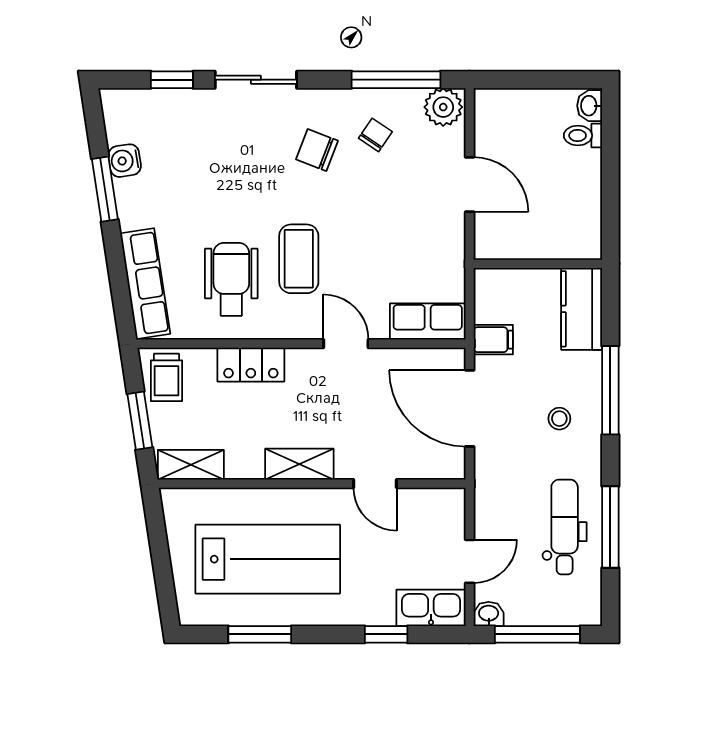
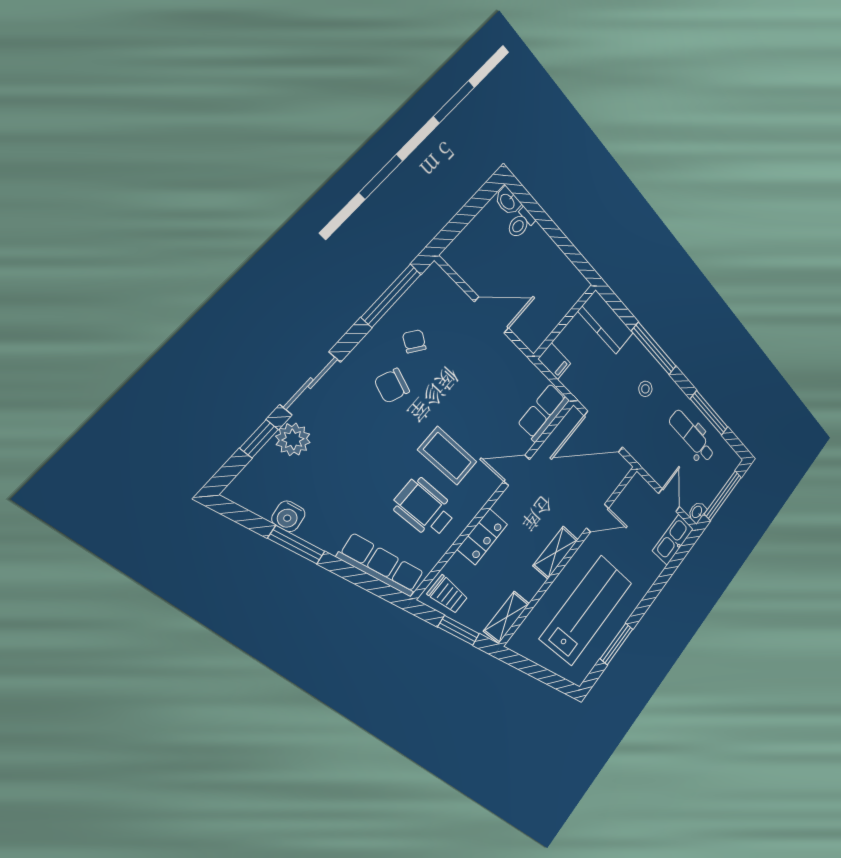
plant: (443, 107) -> (293, 439), moved
filing cabinet: (493, 340) -> (554, 361), moved, turned 90
window: (386, 634) -> (666, 574), removed

